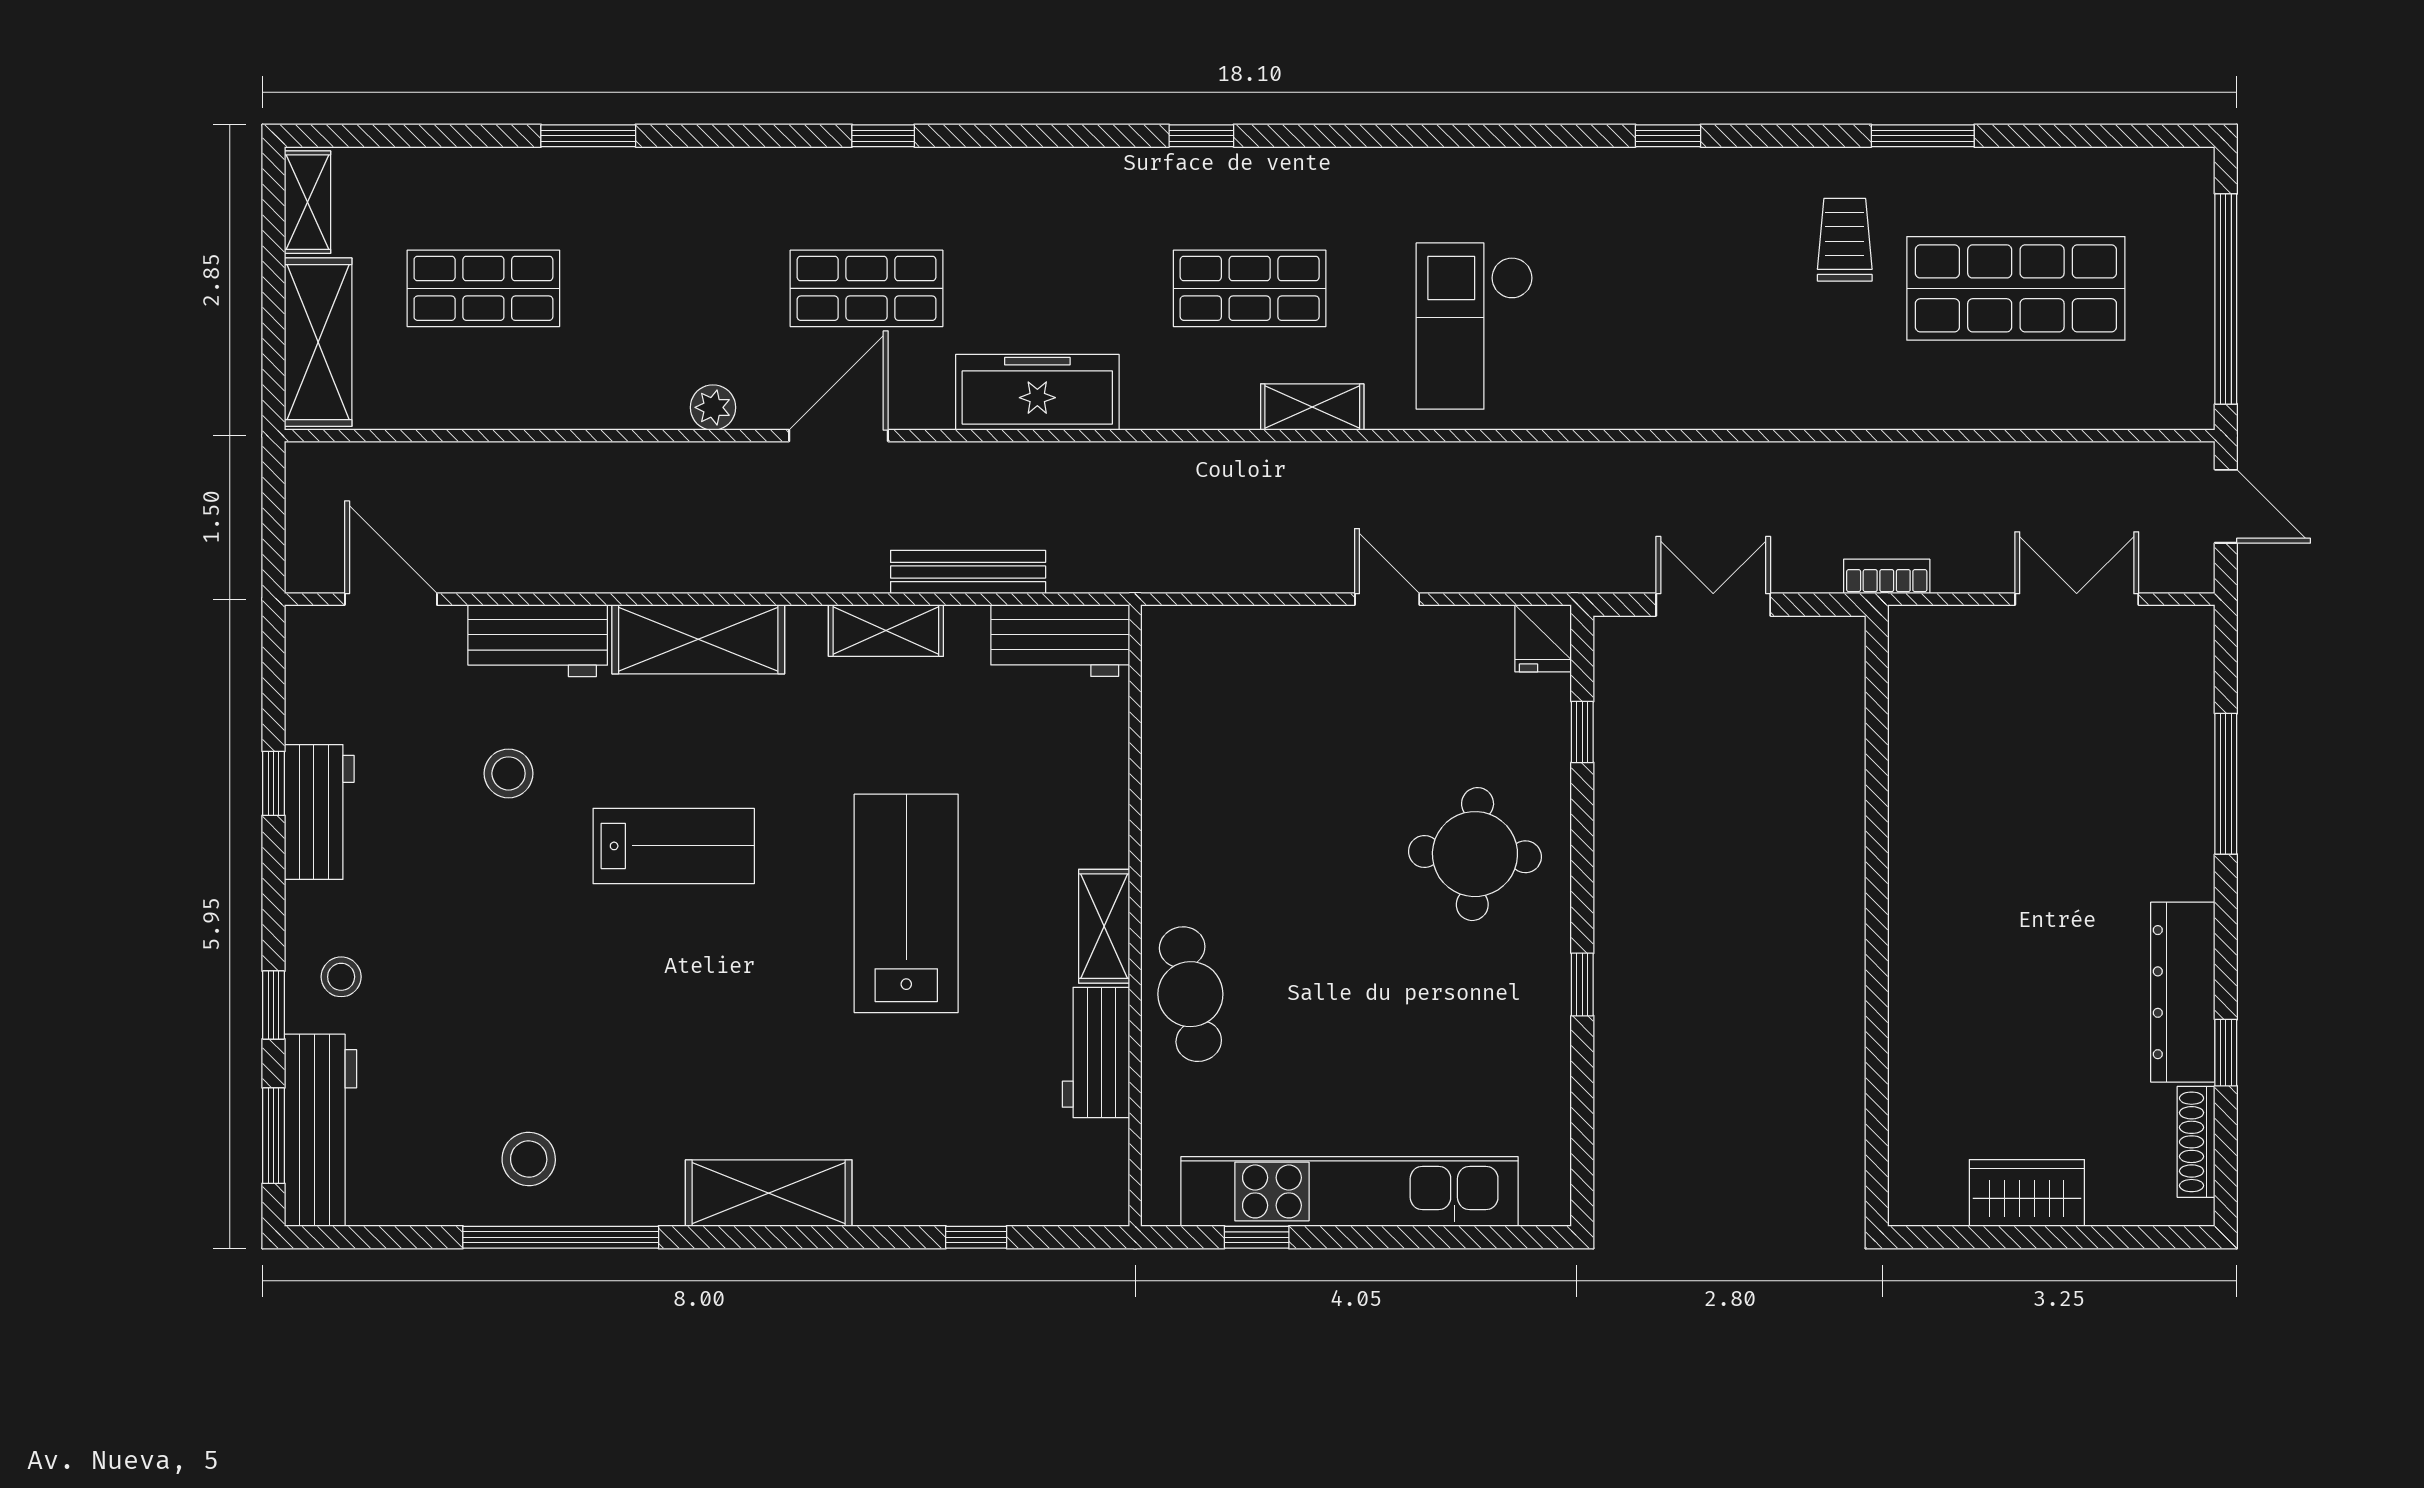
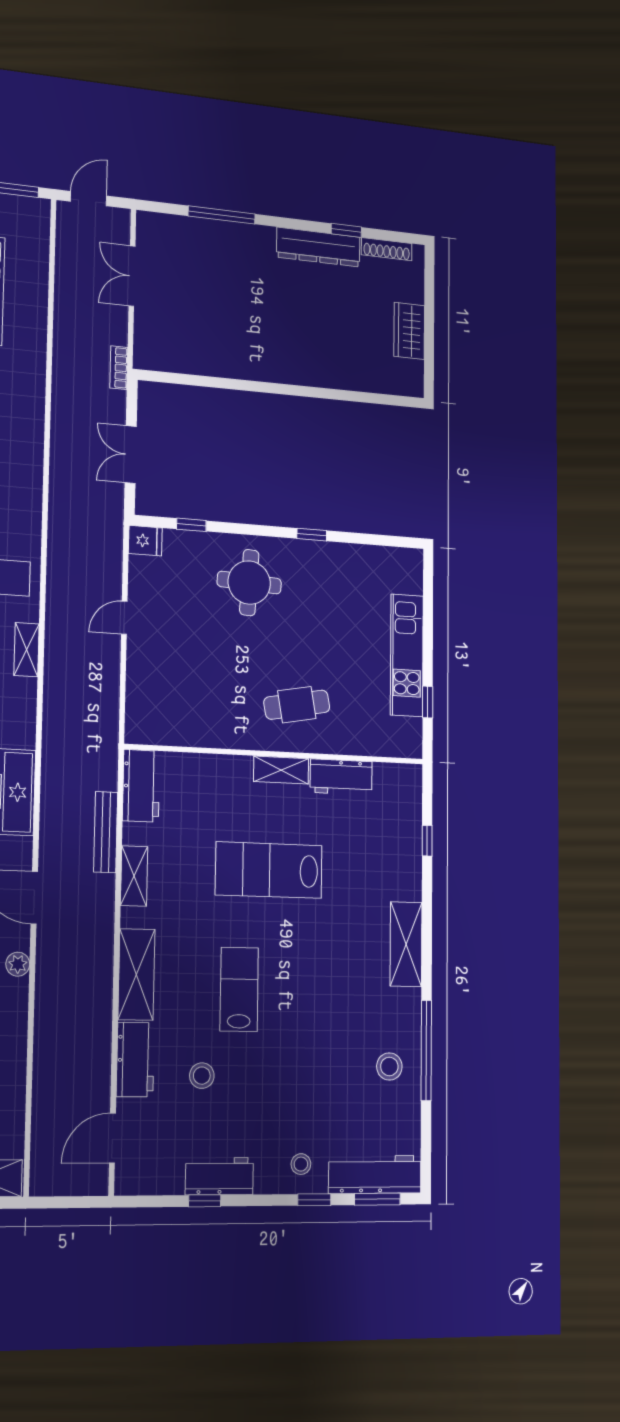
cafe table: (1190, 994) -> (297, 705), moved
kitchen unit: (1350, 1191) -> (407, 655), width x0.73

